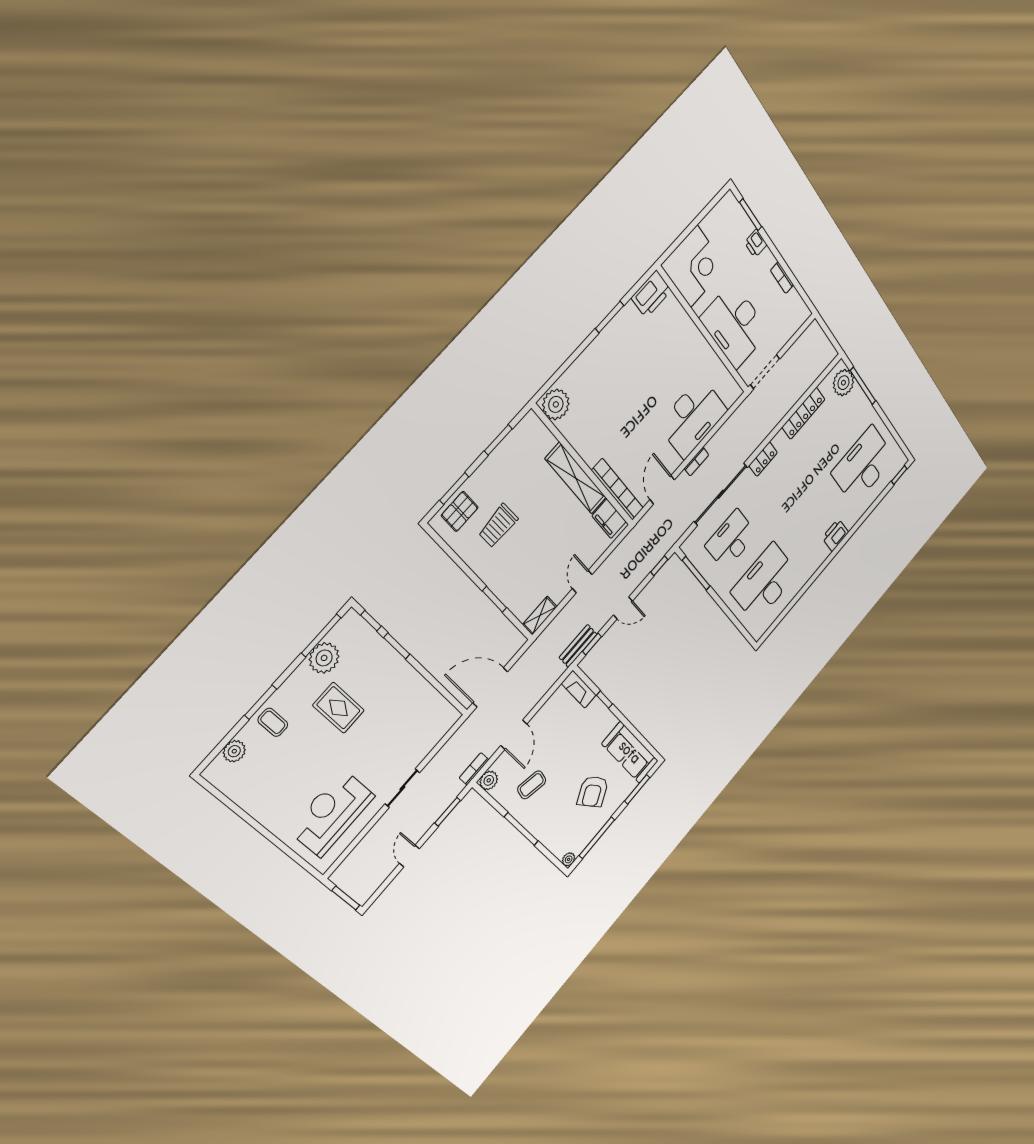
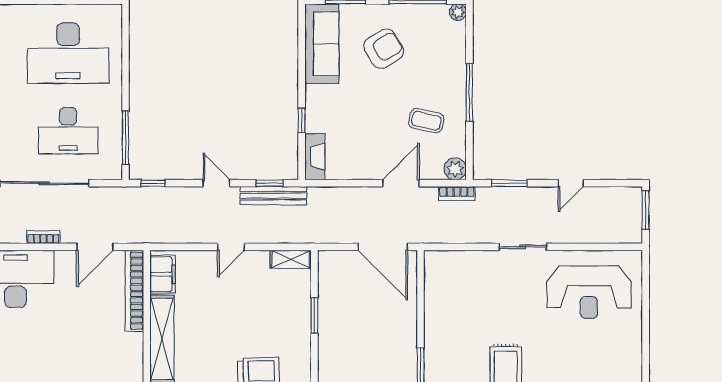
bench: (578, 646) -> (274, 196), width x1.36

